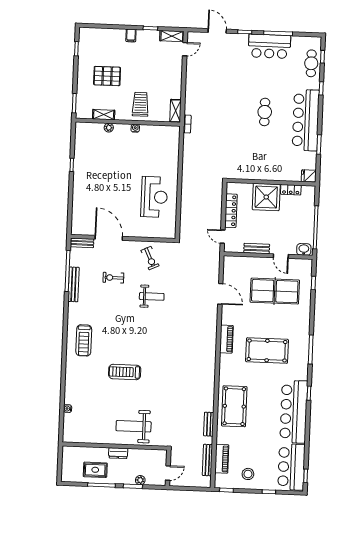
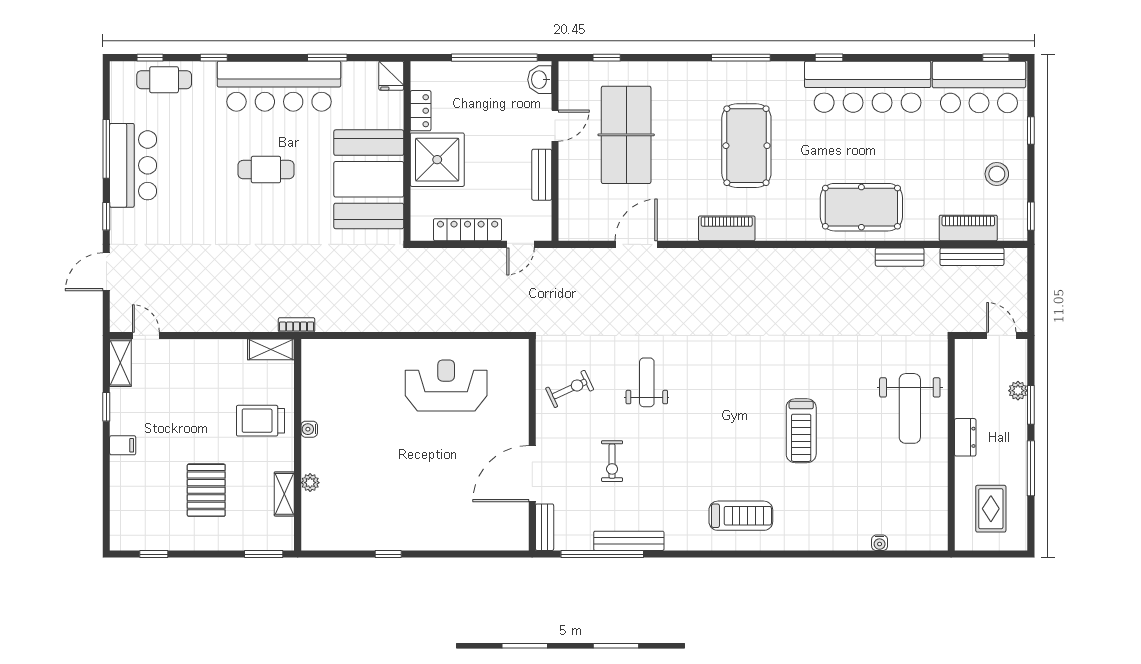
booth: (258, 163) -> (369, 179), added
rug: (95, 470) -> (991, 509), moved

